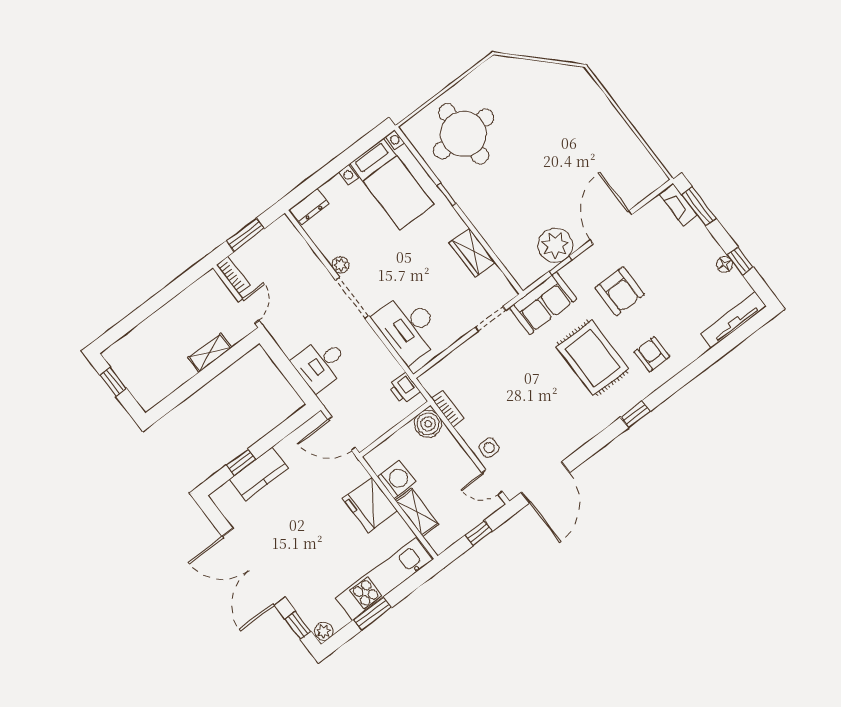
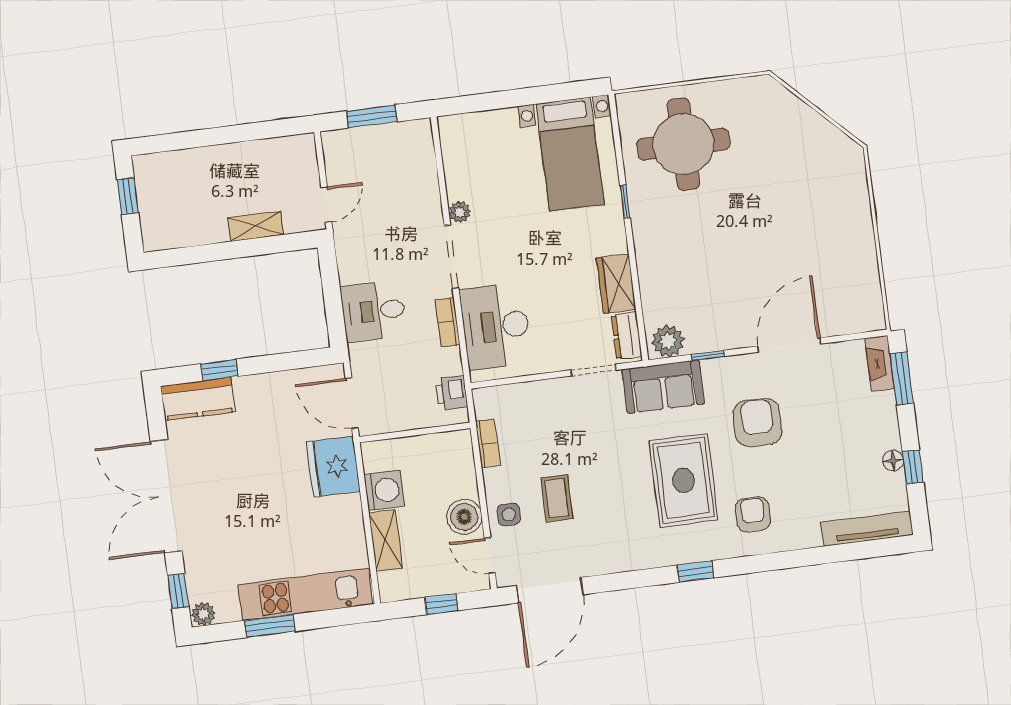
dresser: (309, 207) -> (627, 336), moved, turned 90
plant: (555, 245) -> (668, 341), moved, width x0.73, depth x0.73
bookcase: (233, 275) -> (447, 322), moved, turned 180
armchair: (620, 291) -> (757, 423), turned 180
coffee table: (515, 418) -> (557, 498), added
boiler: (428, 424) -> (464, 517), moved
kitchen counter: (259, 474) -> (198, 399), moved
fridge: (370, 505) -> (333, 467), moved

